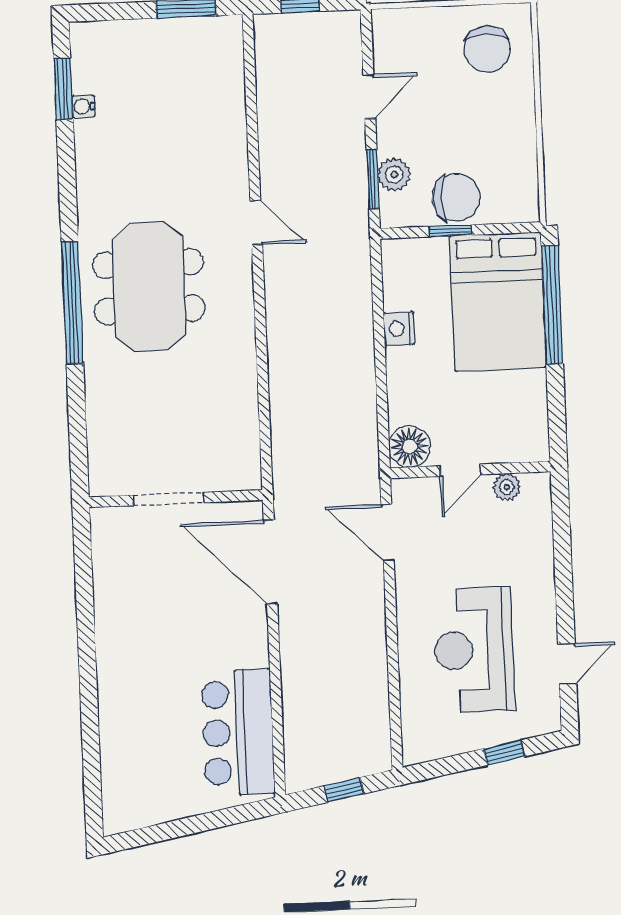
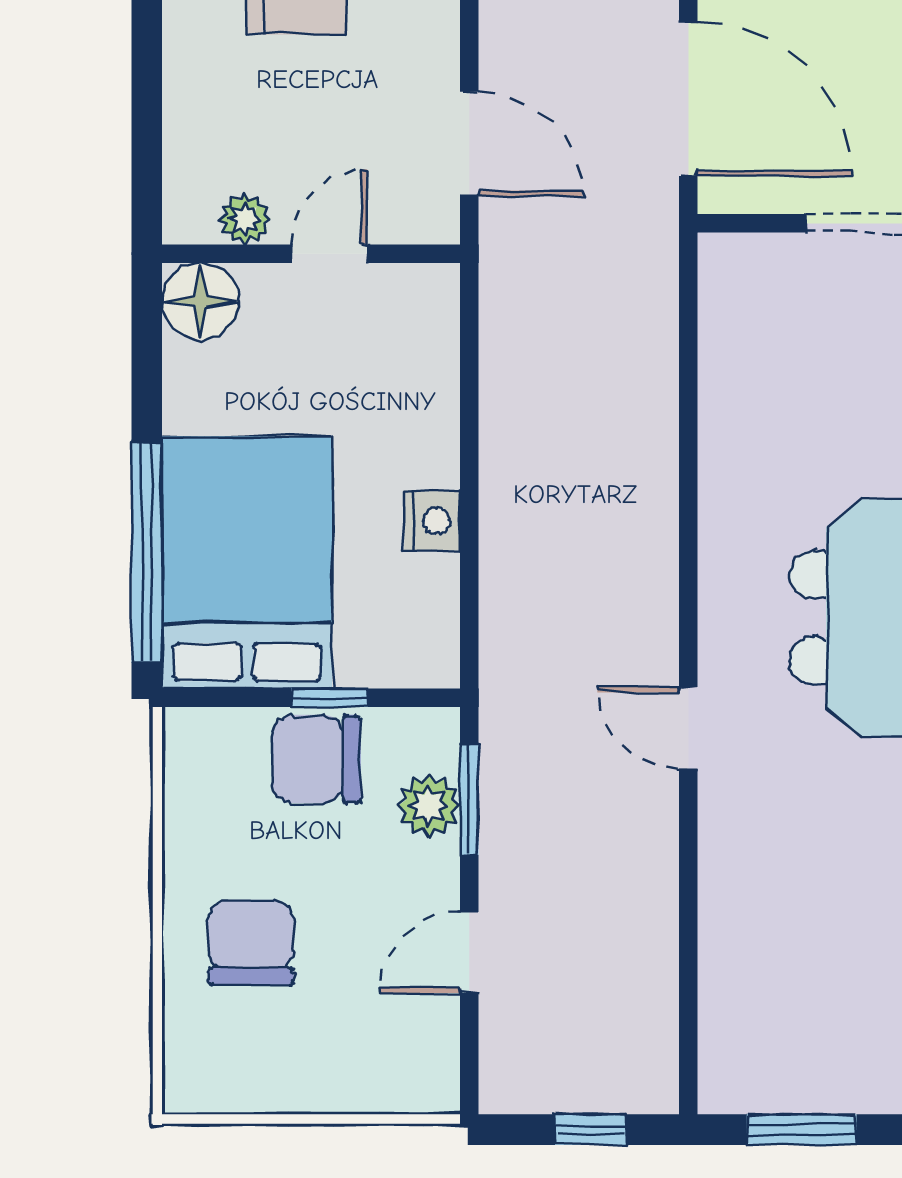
chair: (487, 49) -> (251, 943), moved
floor lamp: (410, 447) -> (201, 301), moved

